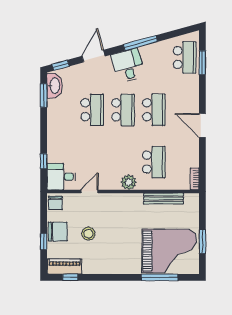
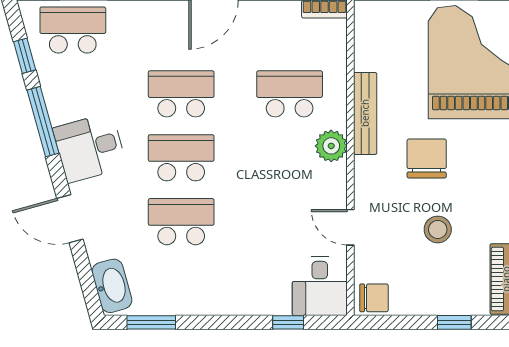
window: (61, 65) -> (25, 56), moved
washbasin: (54, 86) -> (112, 286), moved, turned 74
bench: (164, 199) -> (365, 113), moved
chair: (58, 232) -> (427, 158), moved

